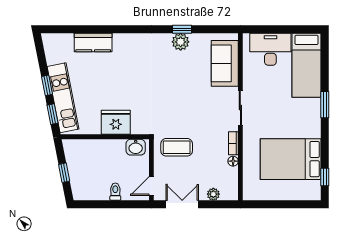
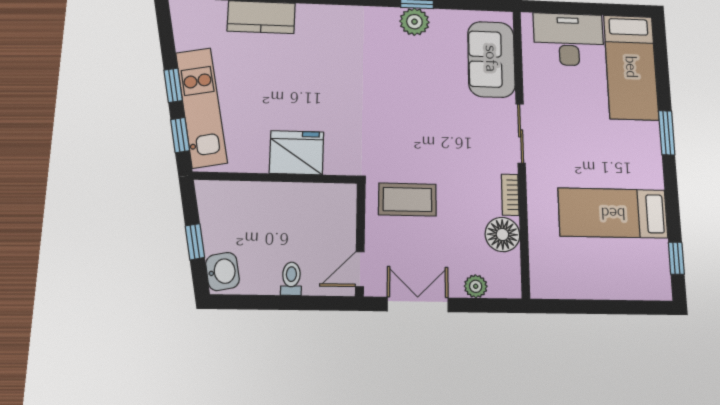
washbasin: (136, 147) -> (222, 271), moved, turned -101
bed: (291, 159) -> (613, 213), width x0.67
floor lamp: (233, 161) -> (502, 234), width x1.89, depth x1.89

